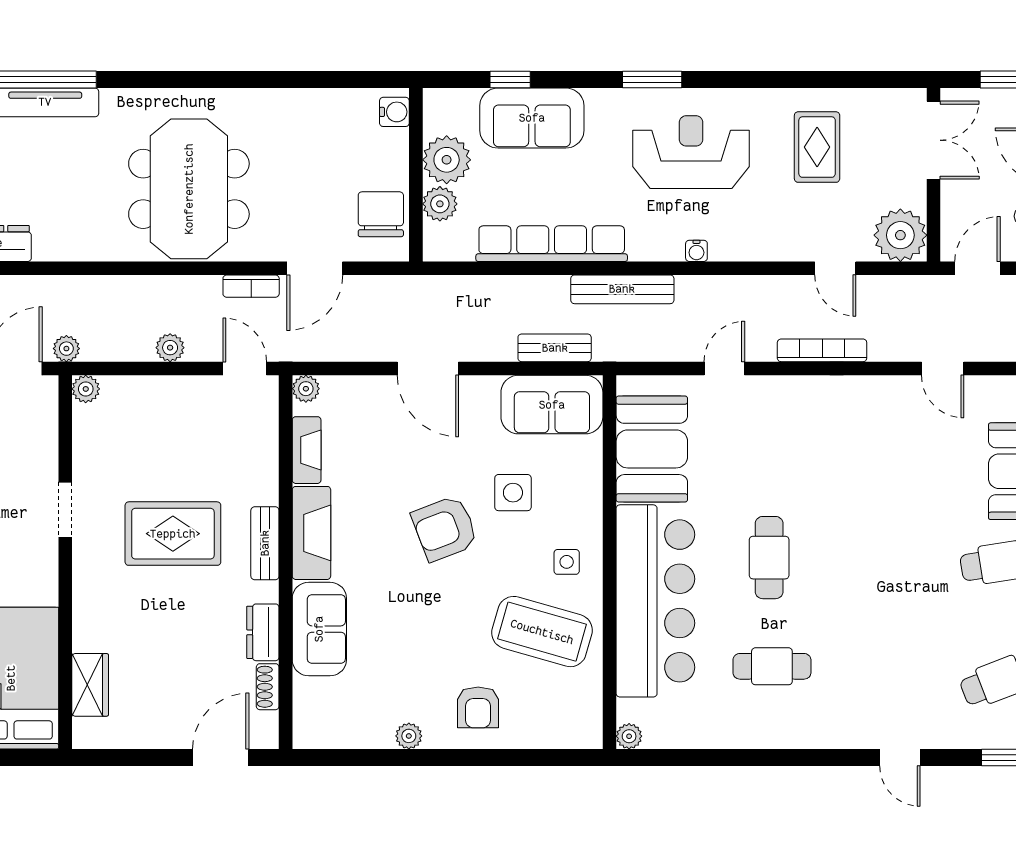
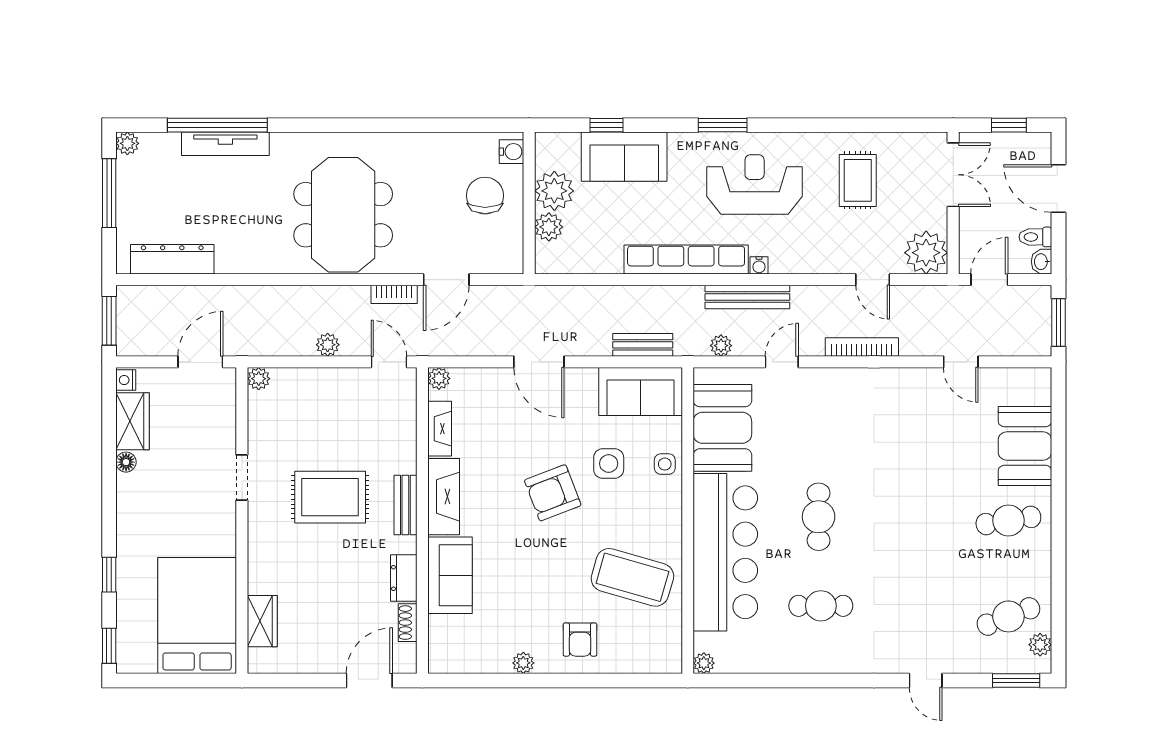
chair: (381, 214) -> (485, 196), moved
row of seats: (552, 244) -> (686, 260), moved
bench: (622, 289) -> (747, 297), moved
plant: (66, 349) -> (721, 346), moved
side table: (567, 562) -> (665, 464), moved

